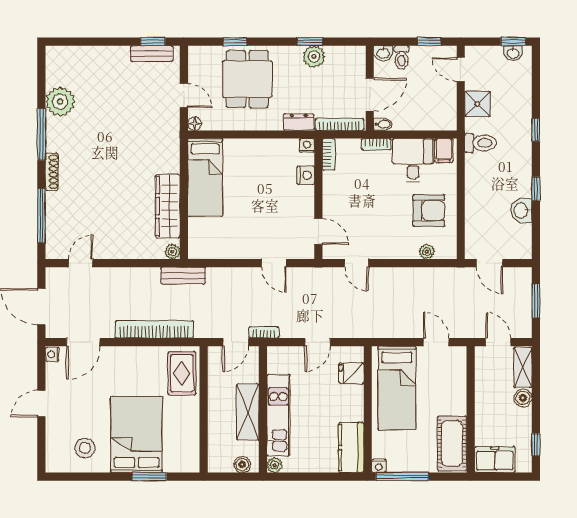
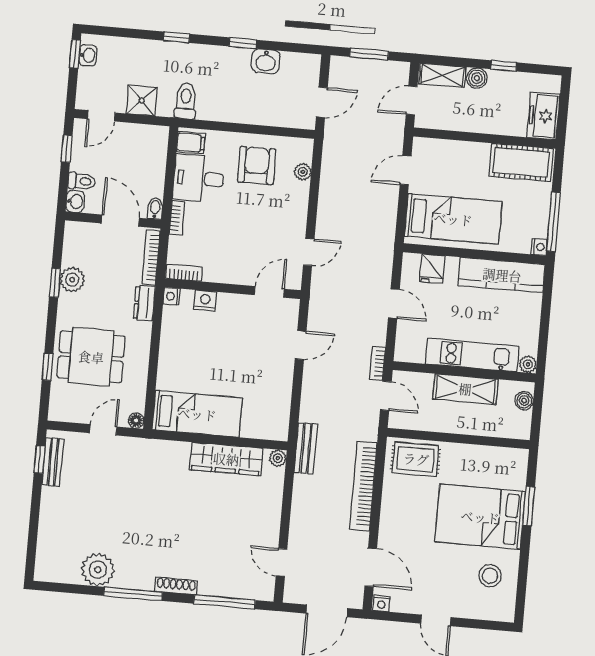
window: (536, 445) -> (504, 66), moved
kitchen counter: (351, 448) -> (502, 275), width x1.50

